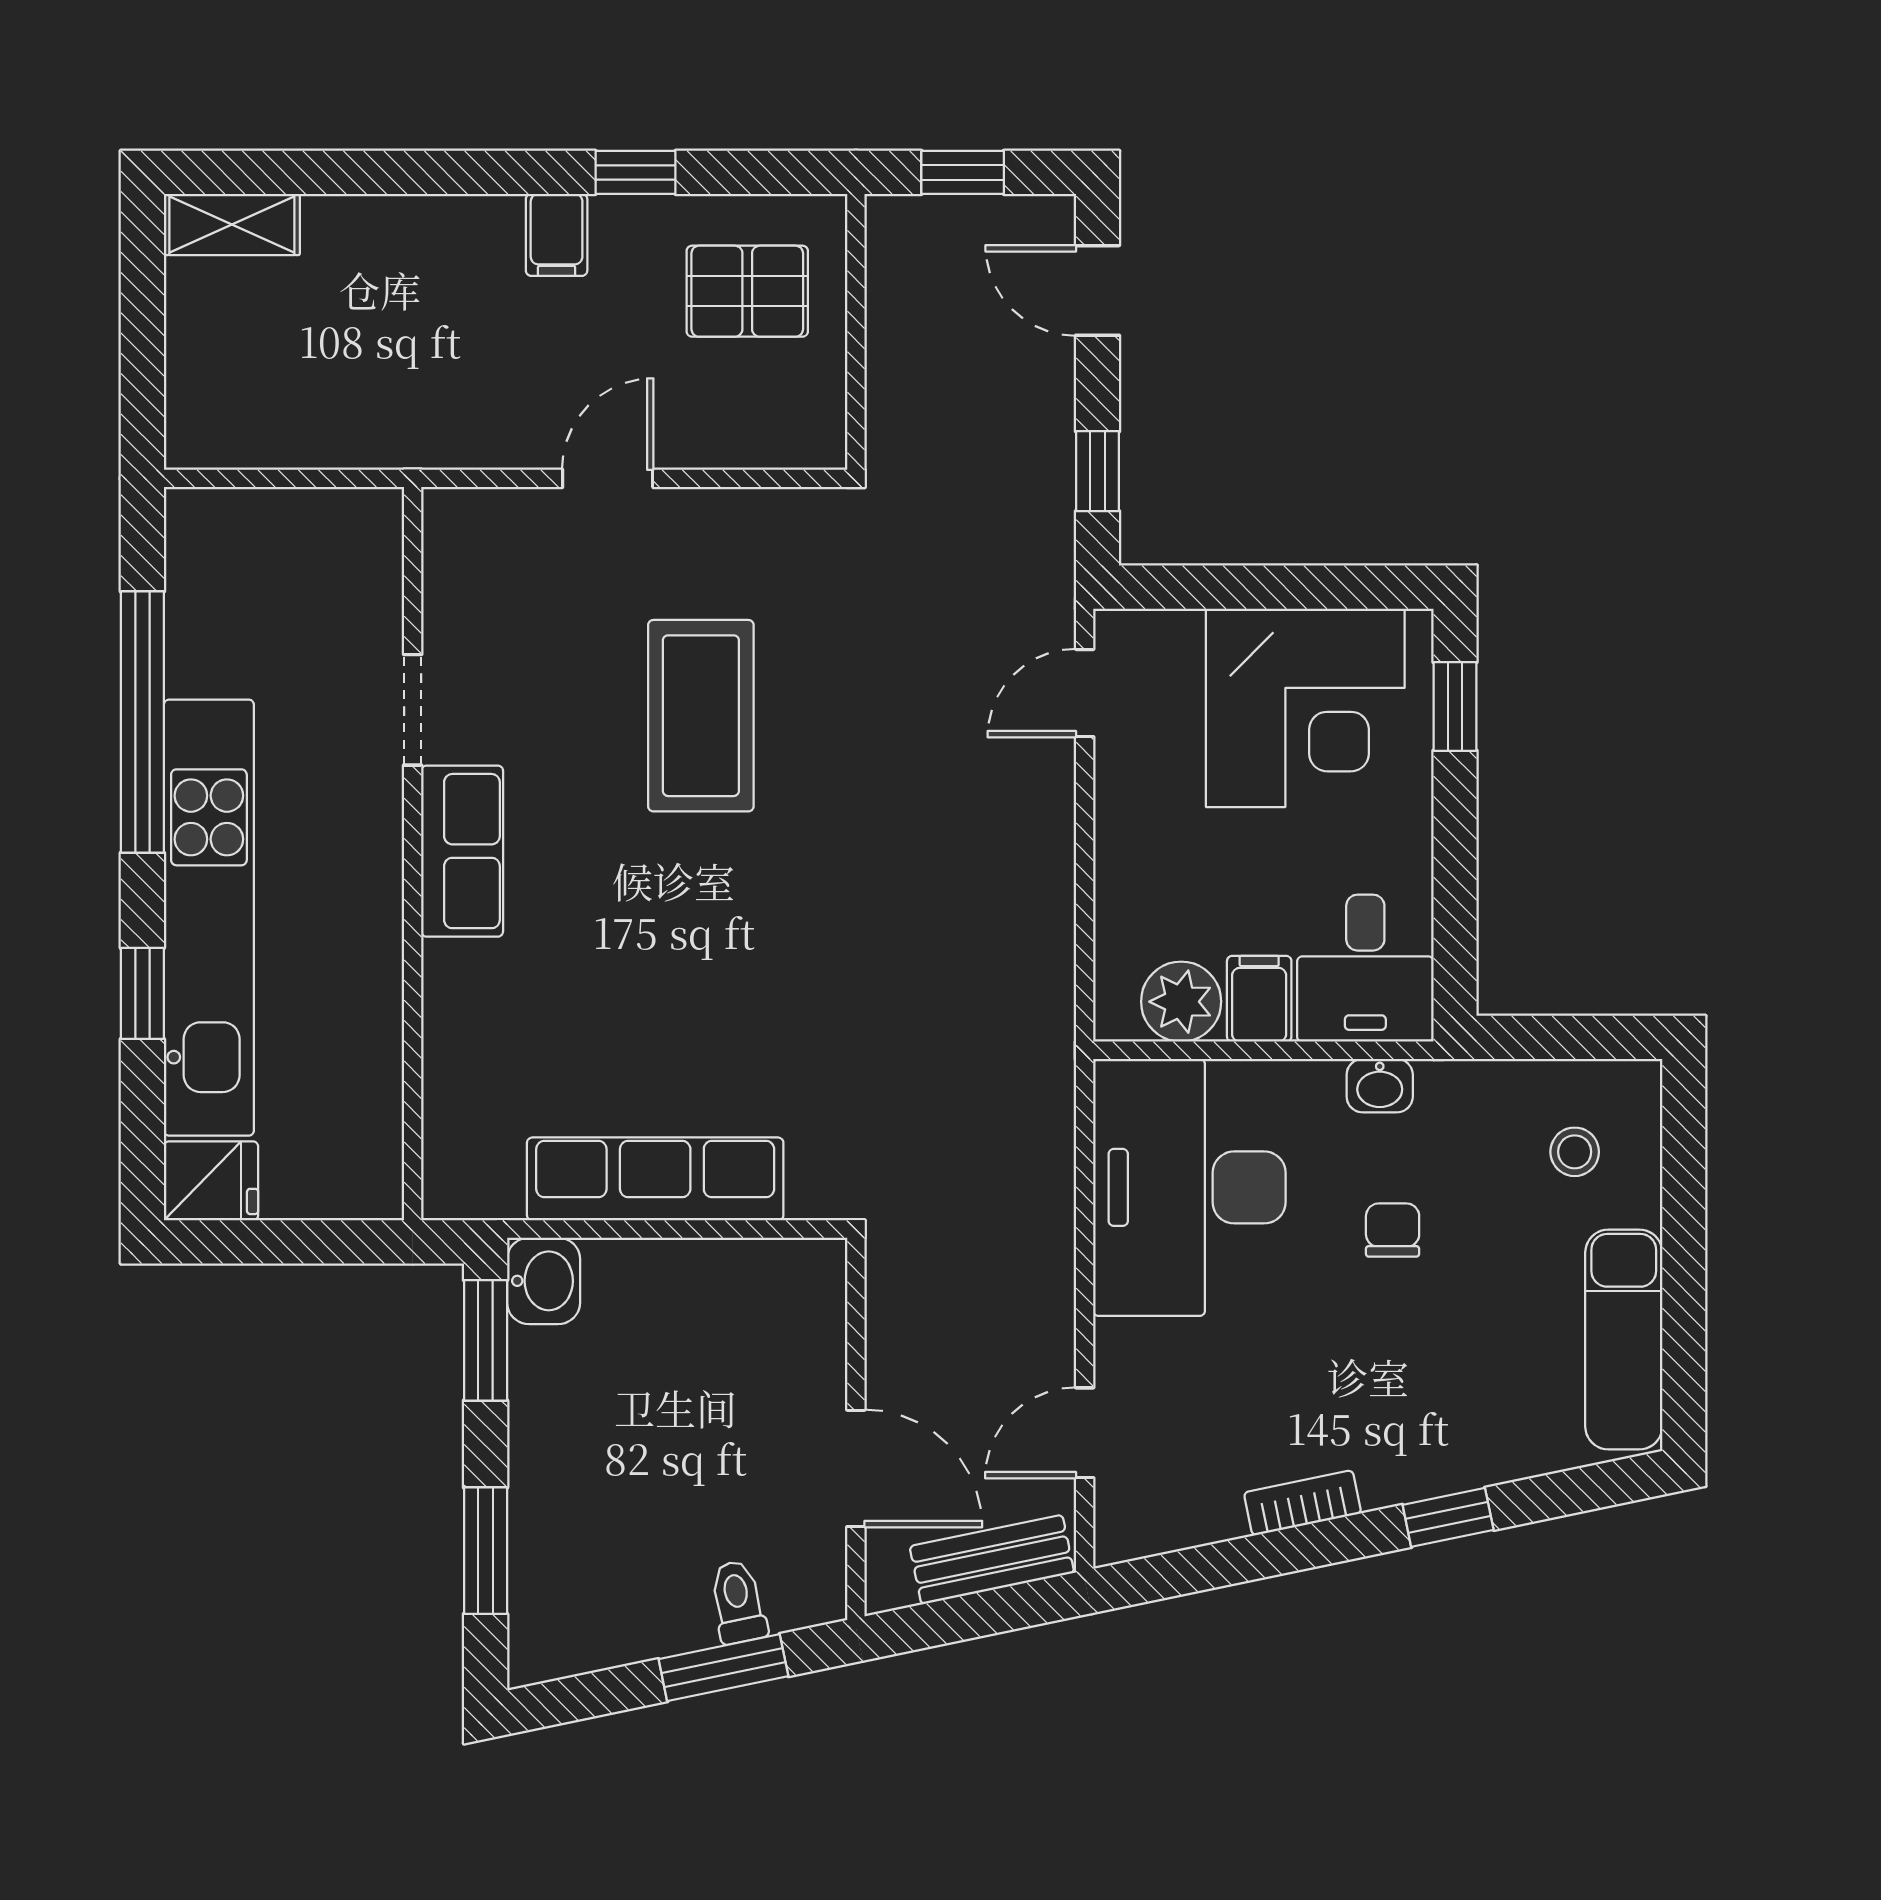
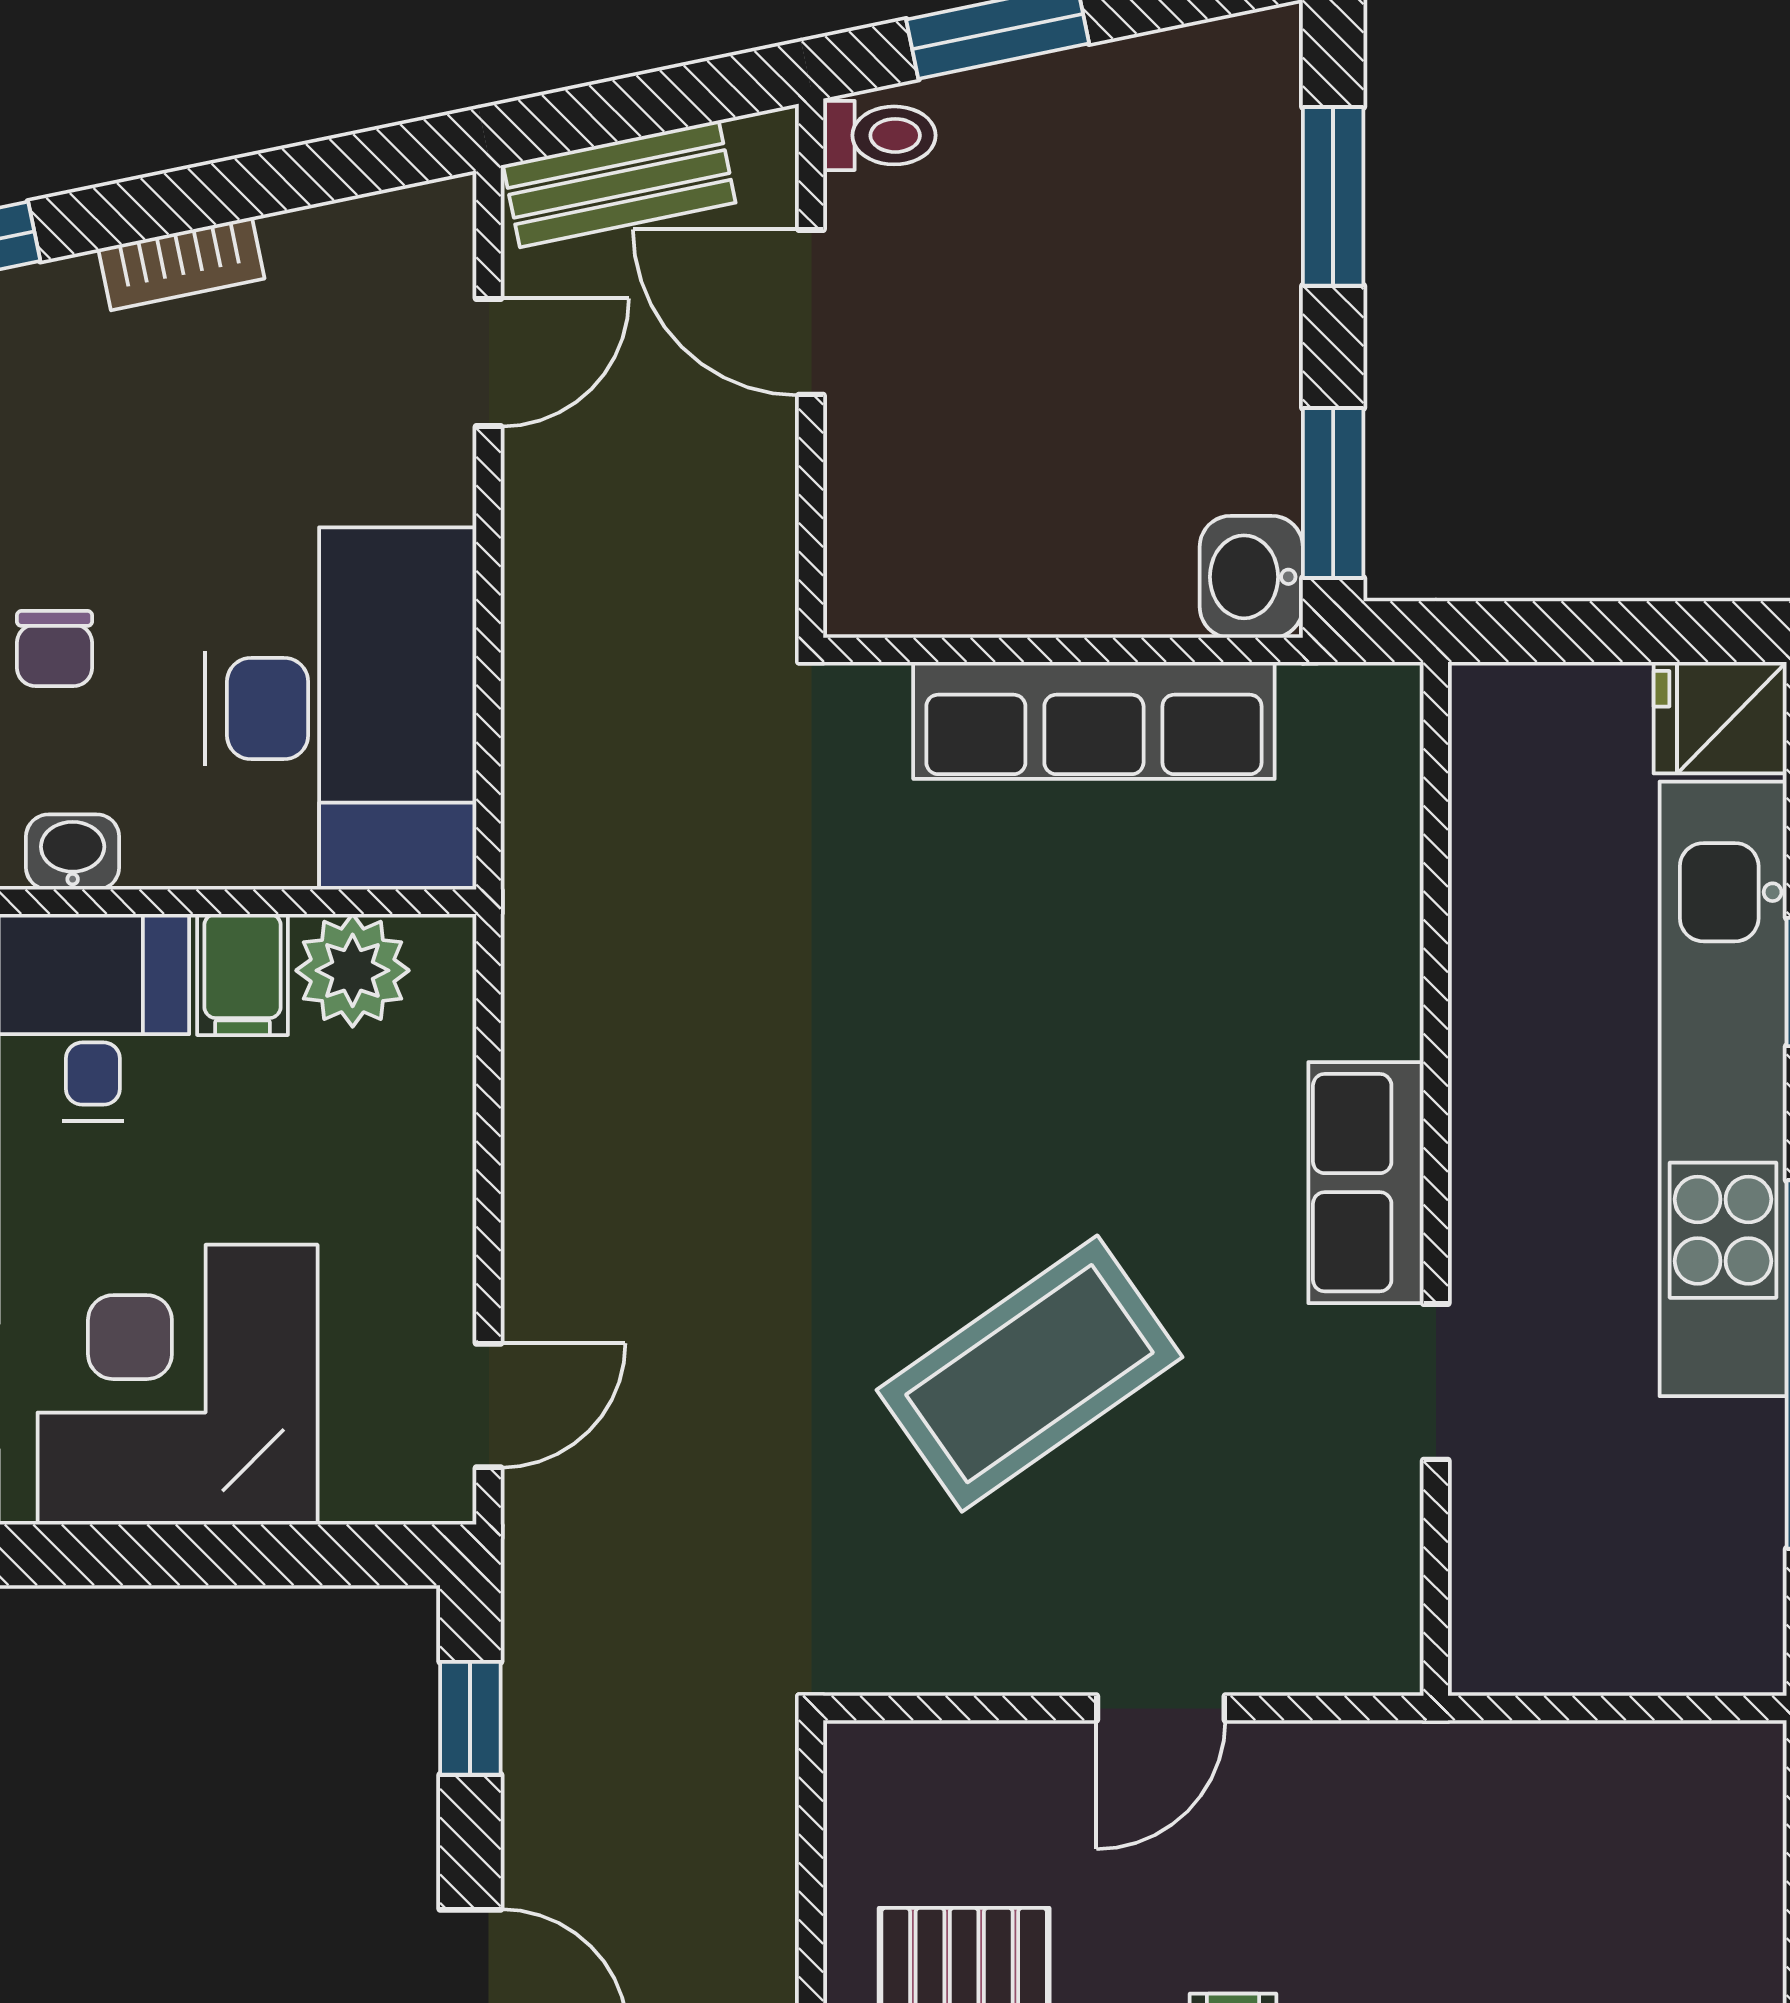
coffee table: (701, 716) -> (1030, 1374), turned 55
toilet: (738, 1602) -> (879, 135), moved, turned -78

